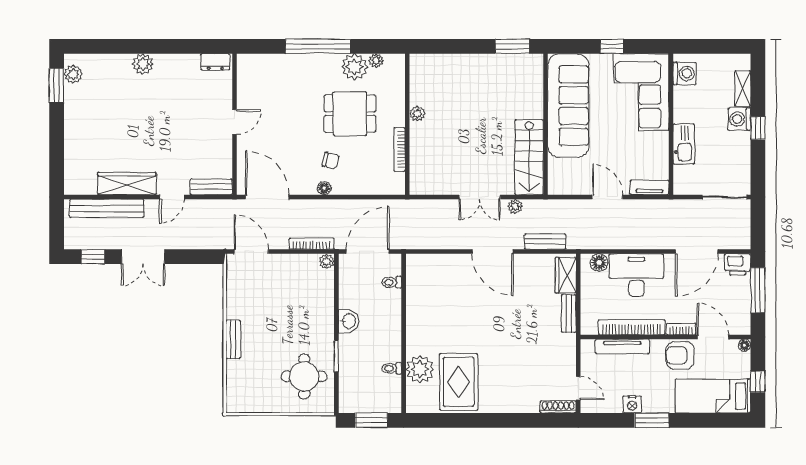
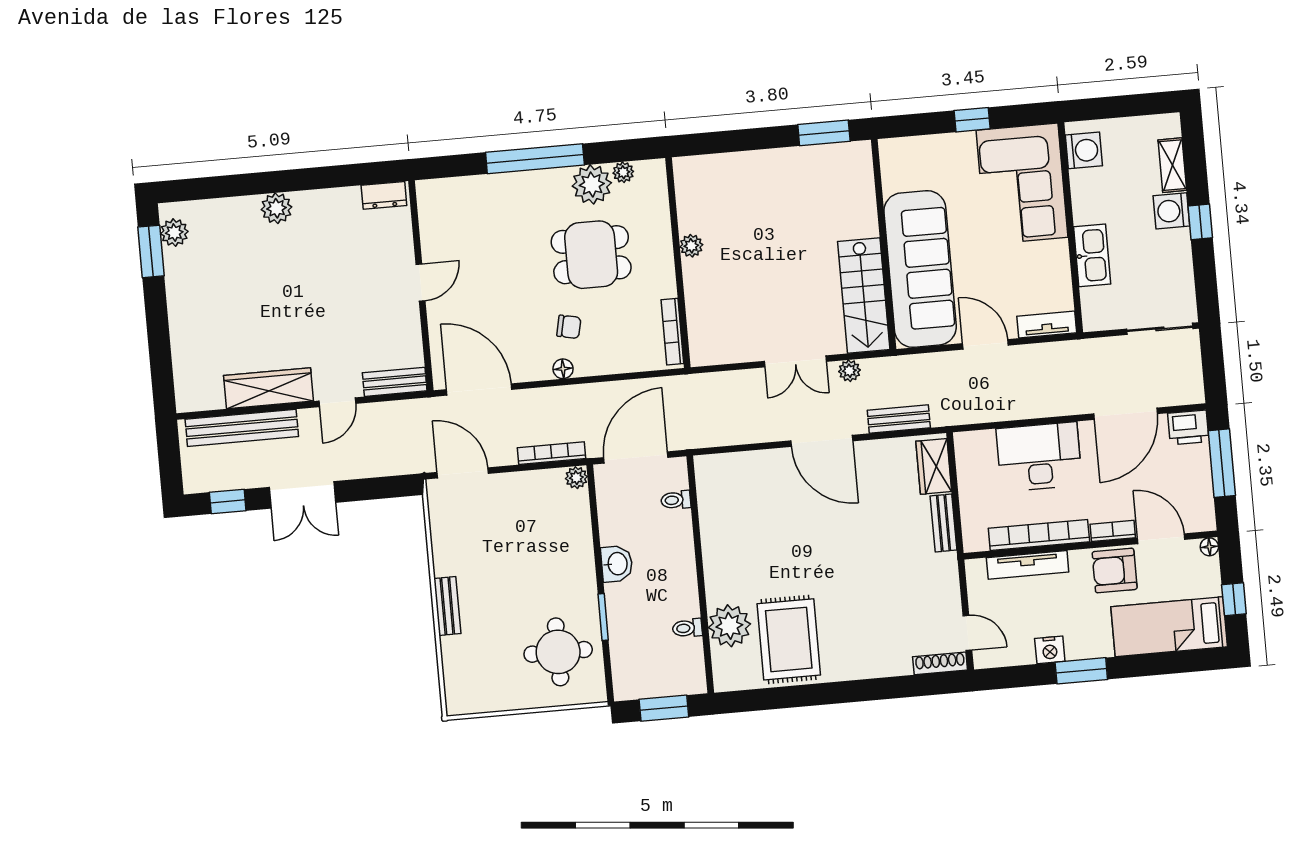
sofa: (568, 106) -> (920, 269), moved
bookcase: (399, 150) -> (672, 332), moved
floor lamp: (599, 262) -> (982, 443), removed

